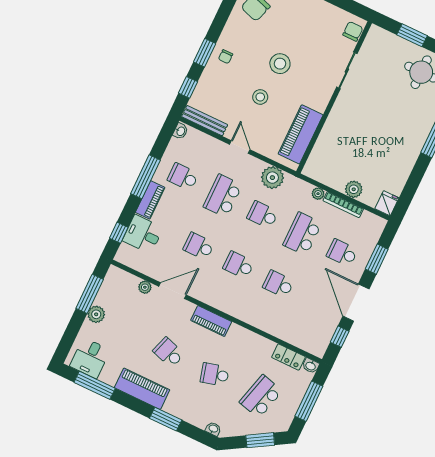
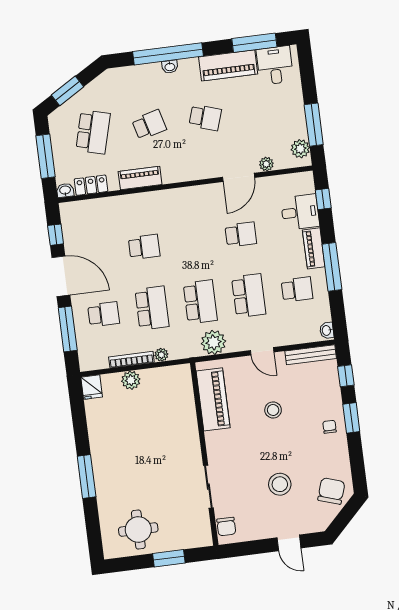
stool: (280, 64) -> (280, 484), moved
school desk: (263, 215) -> (200, 302), width x1.85
window: (377, 259) -> (68, 329), width x1.44
school desk: (239, 265) -> (192, 241), removed
plant: (96, 314) -> (300, 149), moved
piano: (211, 321) -> (140, 178), moved
piano: (142, 389) -> (228, 65), moved
window: (166, 419) -> (168, 54), width x2.11
washbasin: (213, 429) -> (170, 67), moved

